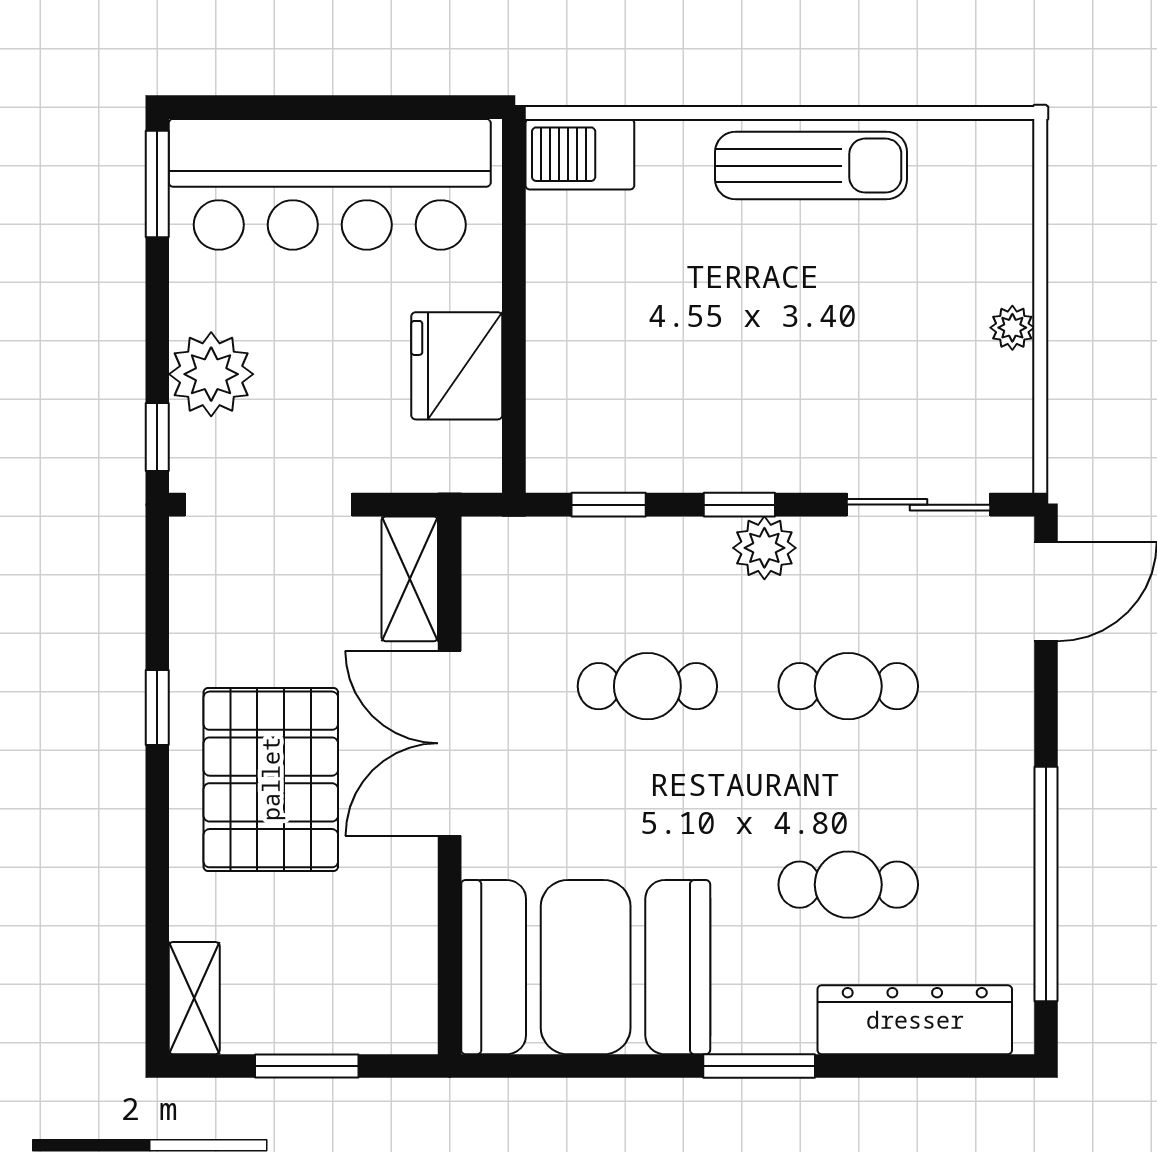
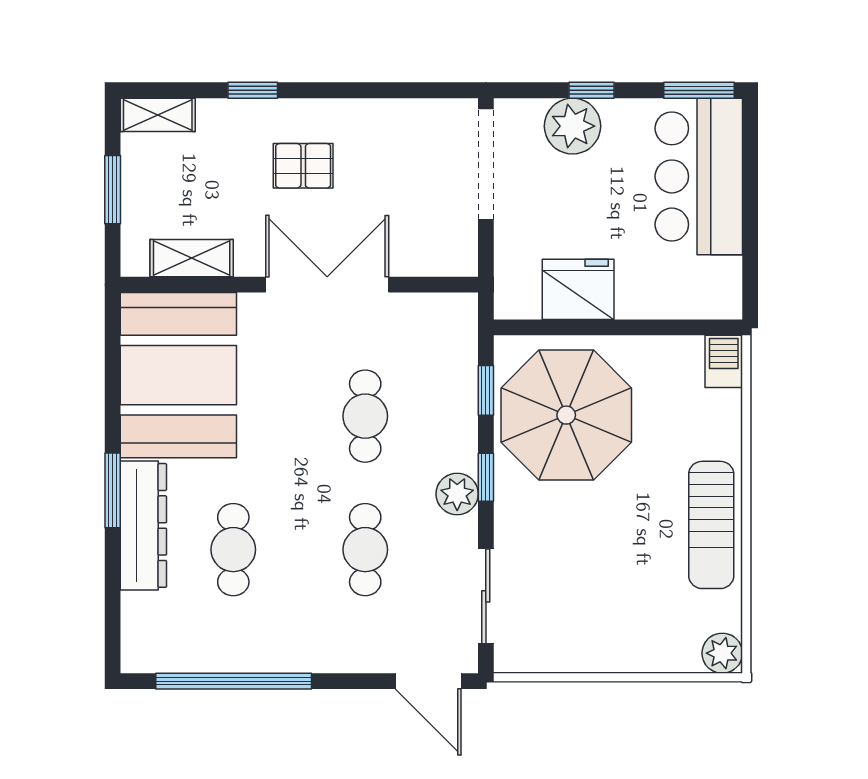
barbecue: (580, 154) -> (724, 361), width x0.73, depth x0.79
bar counter: (330, 184) -> (699, 176), width x0.73
plant: (1012, 328) -> (722, 653), moved, width x1.38, depth x1.38
parasol: (646, 384) -> (566, 415), added
window: (157, 437) -> (591, 90), moved
shelving: (410, 579) -> (192, 258), moved
window: (157, 708) -> (253, 90), moved
pallet: (271, 779) -> (303, 166), width x0.49, depth x0.50
dresser: (915, 1020) -> (143, 525), moved

